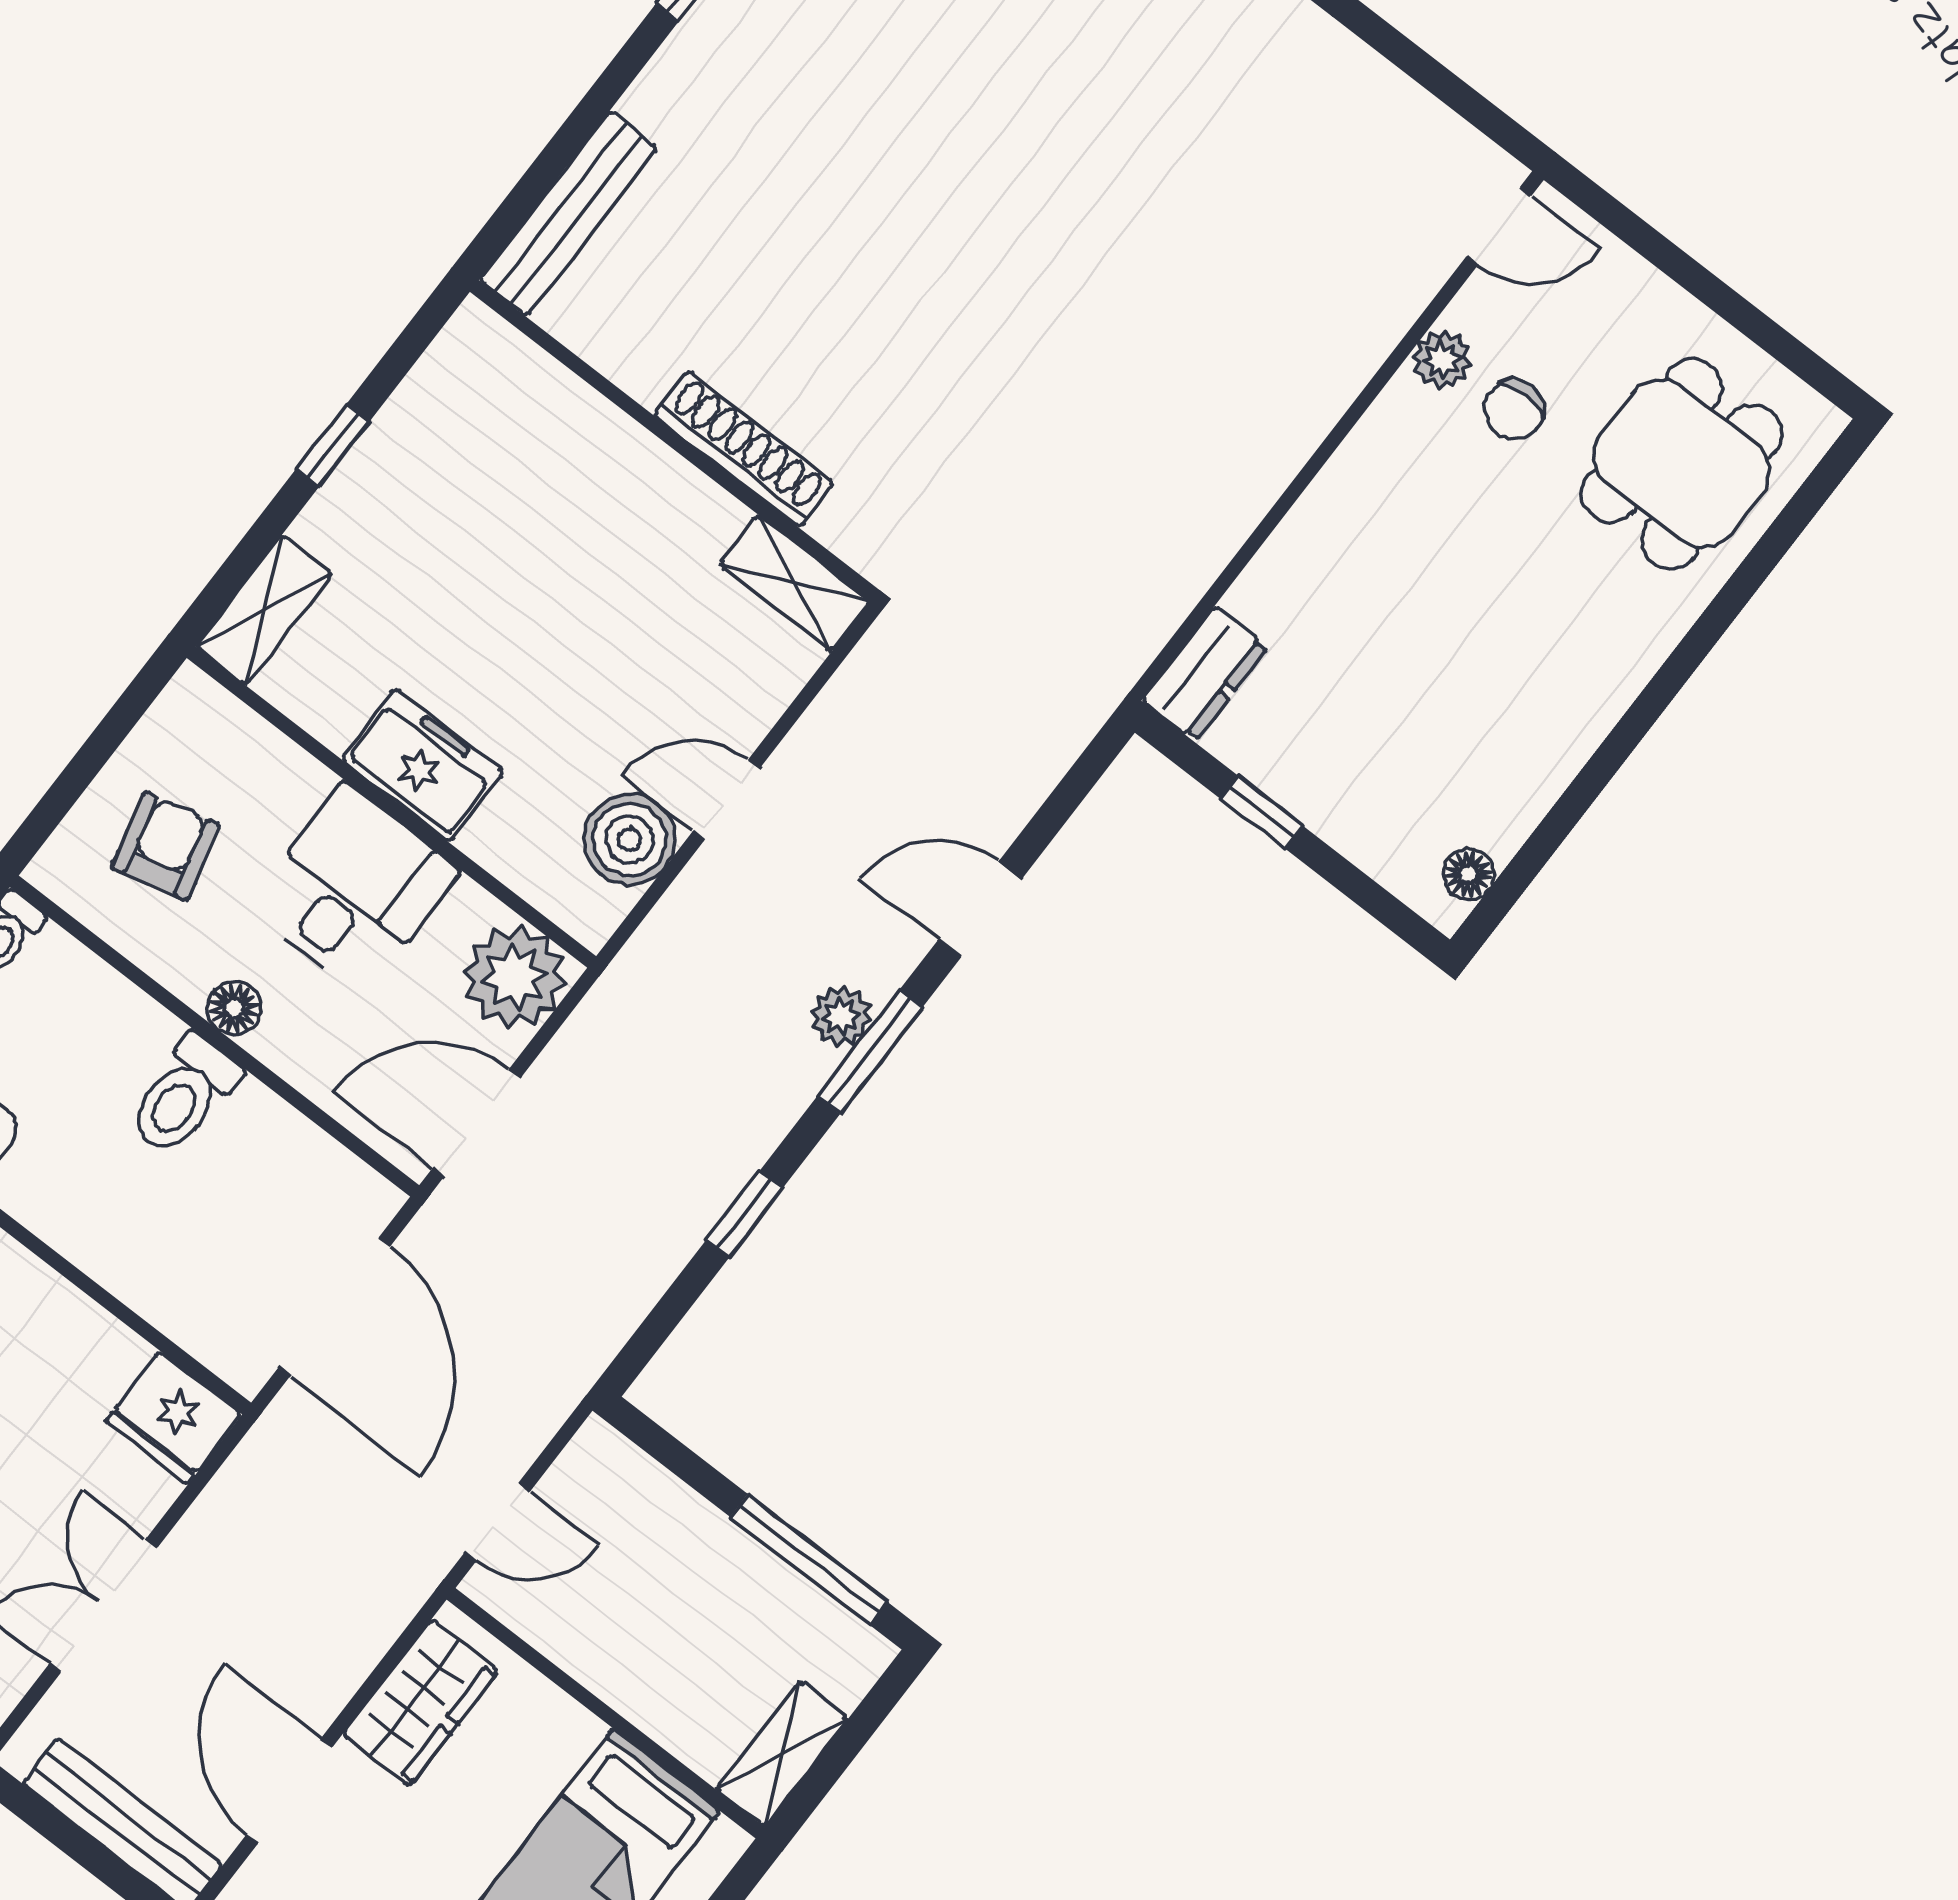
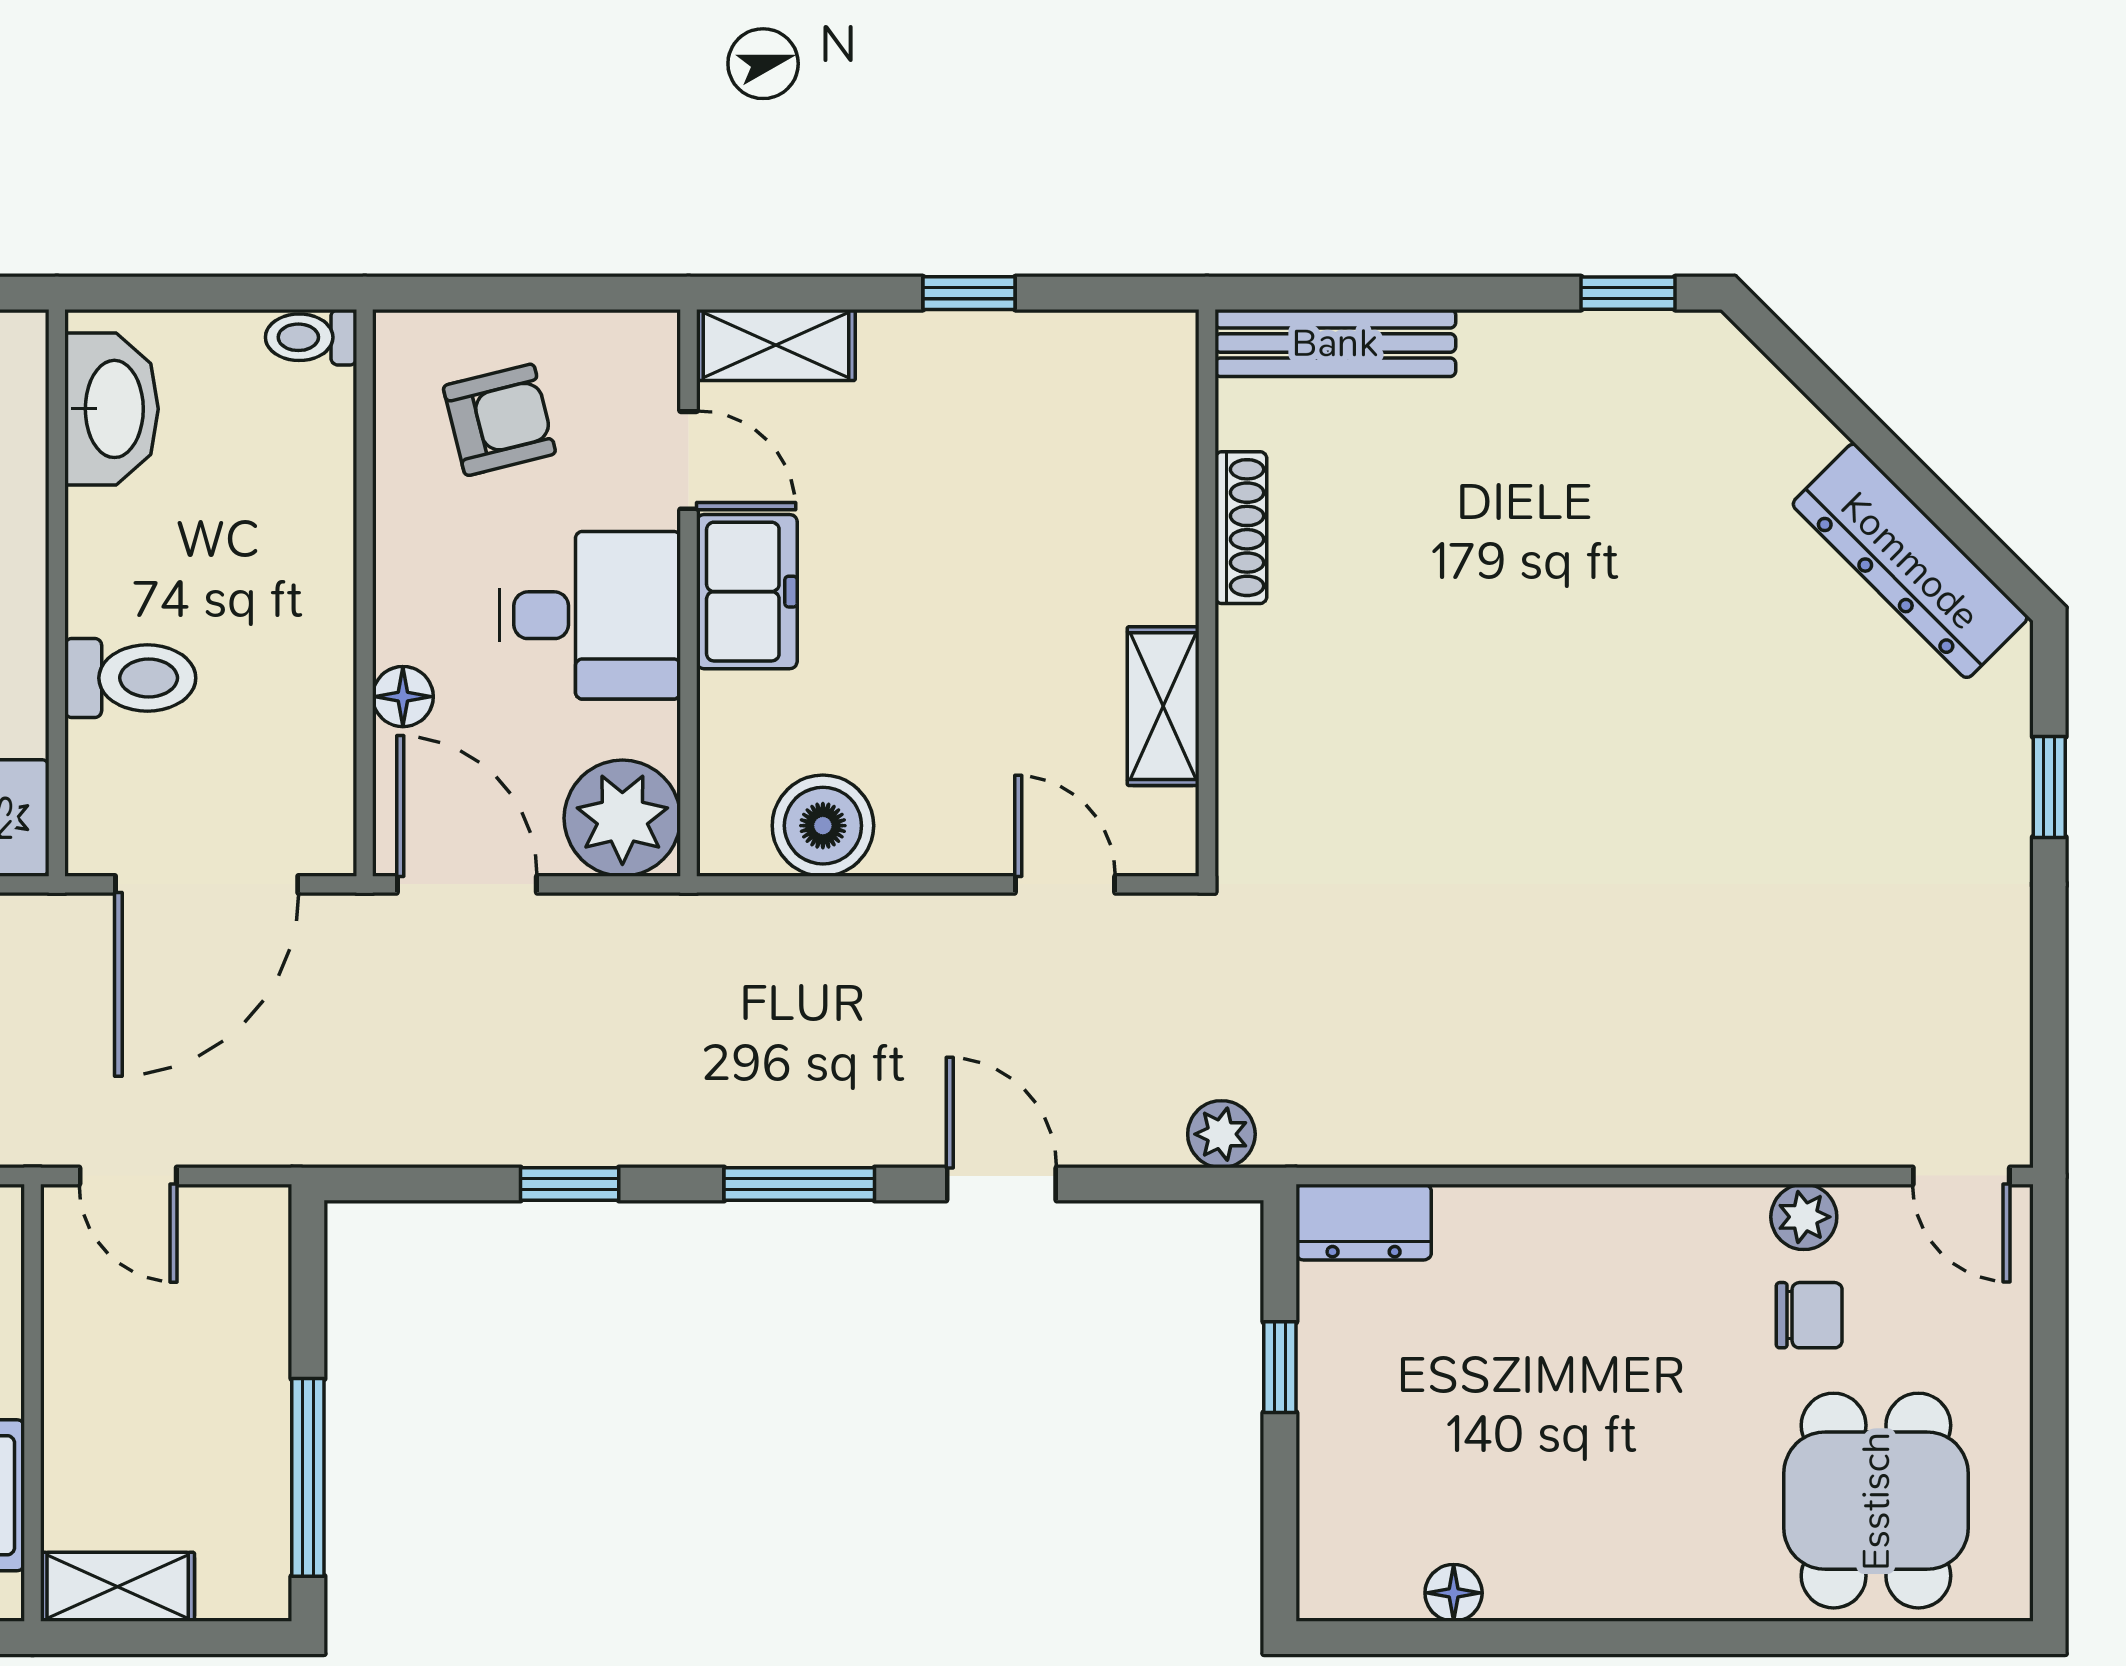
chair: (1514, 410) -> (1809, 1315), turned 180
shoe rack: (744, 449) -> (1241, 528), moved, width x0.74, depth x0.81
dining table: (1682, 464) -> (1876, 1501), turned 90
shelving: (795, 583) -> (1163, 706), moved
door: (298, 735) -> (689, 460), added
door: (726, 800) -> (1065, 884), moved
floor lamp: (1469, 874) -> (1454, 1593), moved
floor lamp: (234, 1008) -> (403, 697), moved
plant: (841, 1016) -> (1221, 1134), moved
toilet: (184, 1095) -> (130, 678), moved, turned 180

